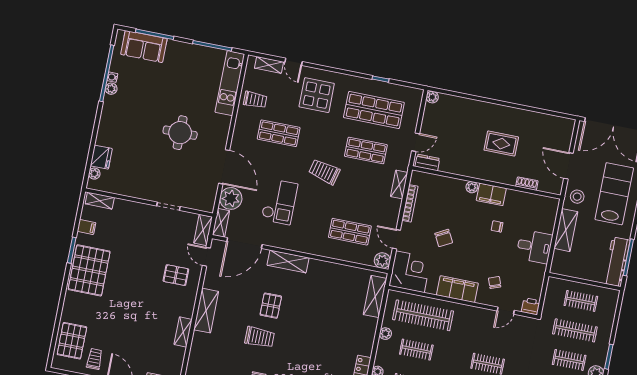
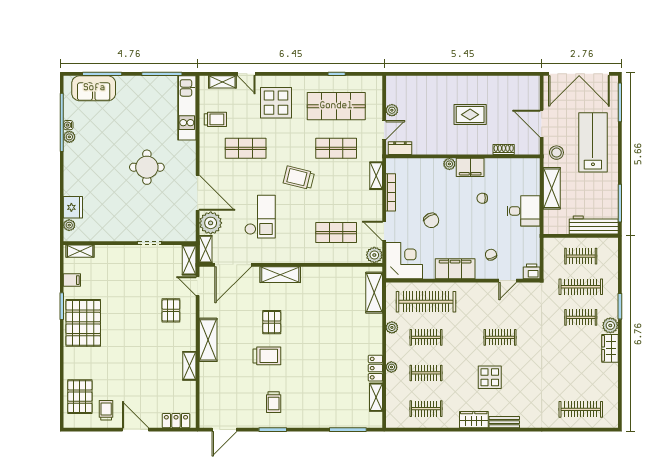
plant: (432, 97) -> (392, 110), moved
workbench: (617, 262) -> (594, 225), moved, turned 90
pallet: (176, 275) -> (171, 310), turned 90

